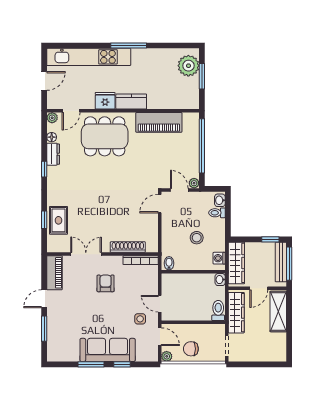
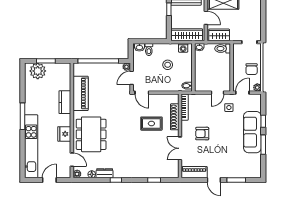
door: (44, 81) -> (49, 180), hinge flipped
kitchen counter: (131, 101) -> (65, 102), moved
rug: (58, 220) -> (151, 124), moved
wardrobe: (236, 313) -> (219, 35), width x0.67

